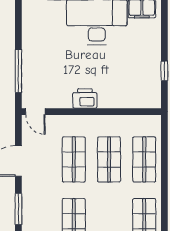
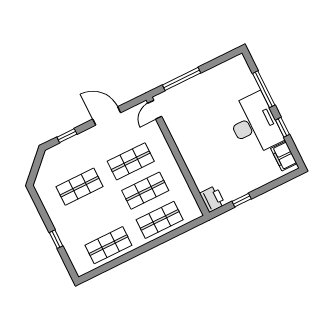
printer: (85, 98) -> (212, 199), moved
window: (18, 209) -> (67, 136), width x0.67

